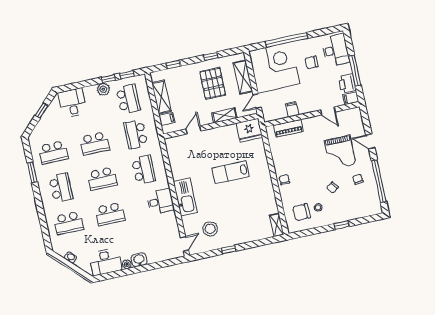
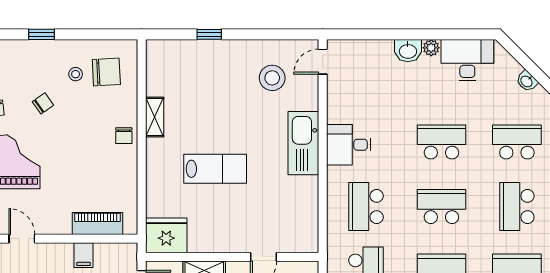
shelving: (277, 225) -> (155, 117), moved
window: (229, 250) -> (209, 34), moved

